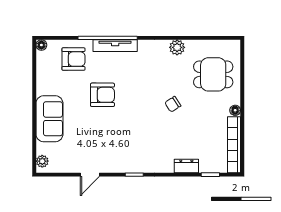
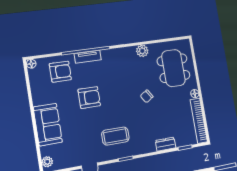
tv unit: (115, 46) -> (88, 57), width x0.71
dining table: (213, 74) -> (173, 68), width x1.38
coffee table: (126, 146) -> (115, 136), added

